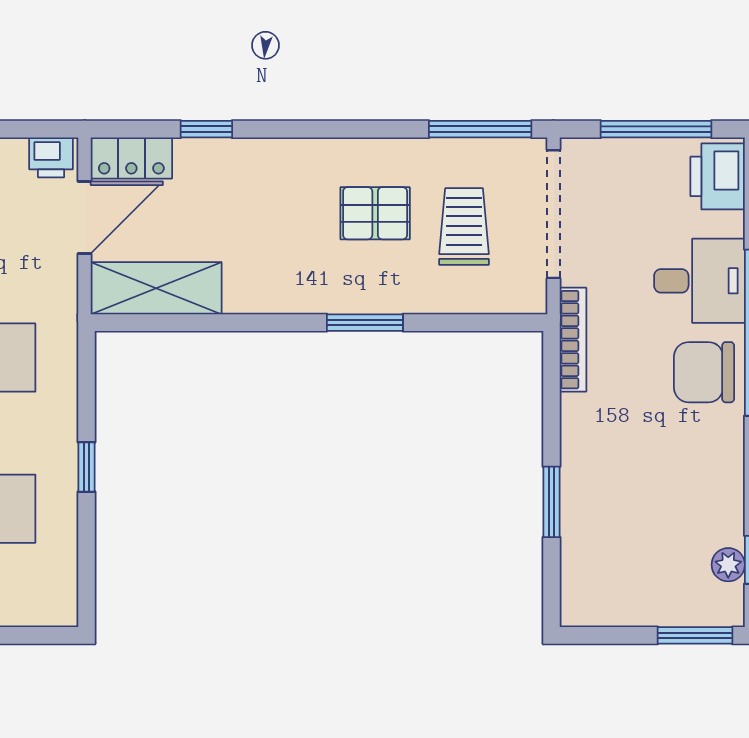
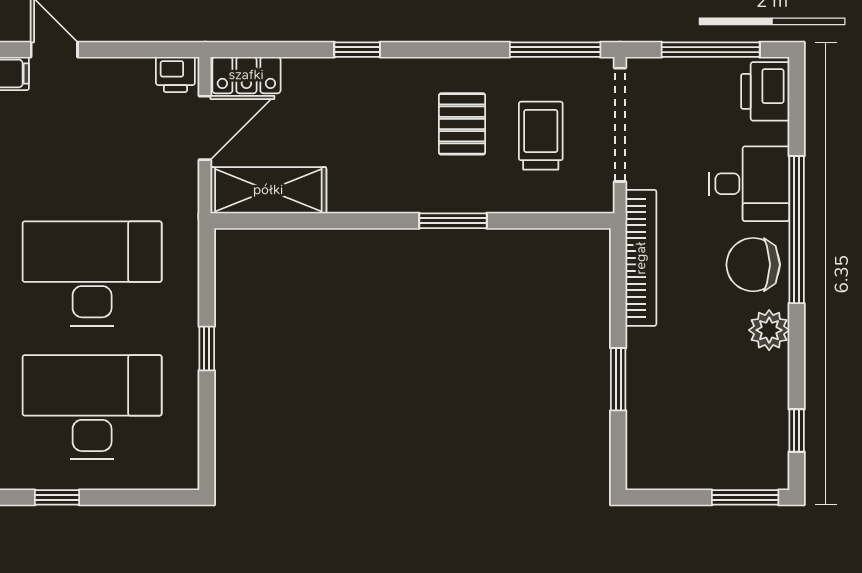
window: (206, 129) -> (357, 50), moved
pallet: (375, 213) -> (462, 124), turned 90
bookcase: (573, 340) -> (641, 258), width x1.48, depth x1.31
plant: (728, 565) -> (769, 330), moved, width x1.38, depth x1.38

